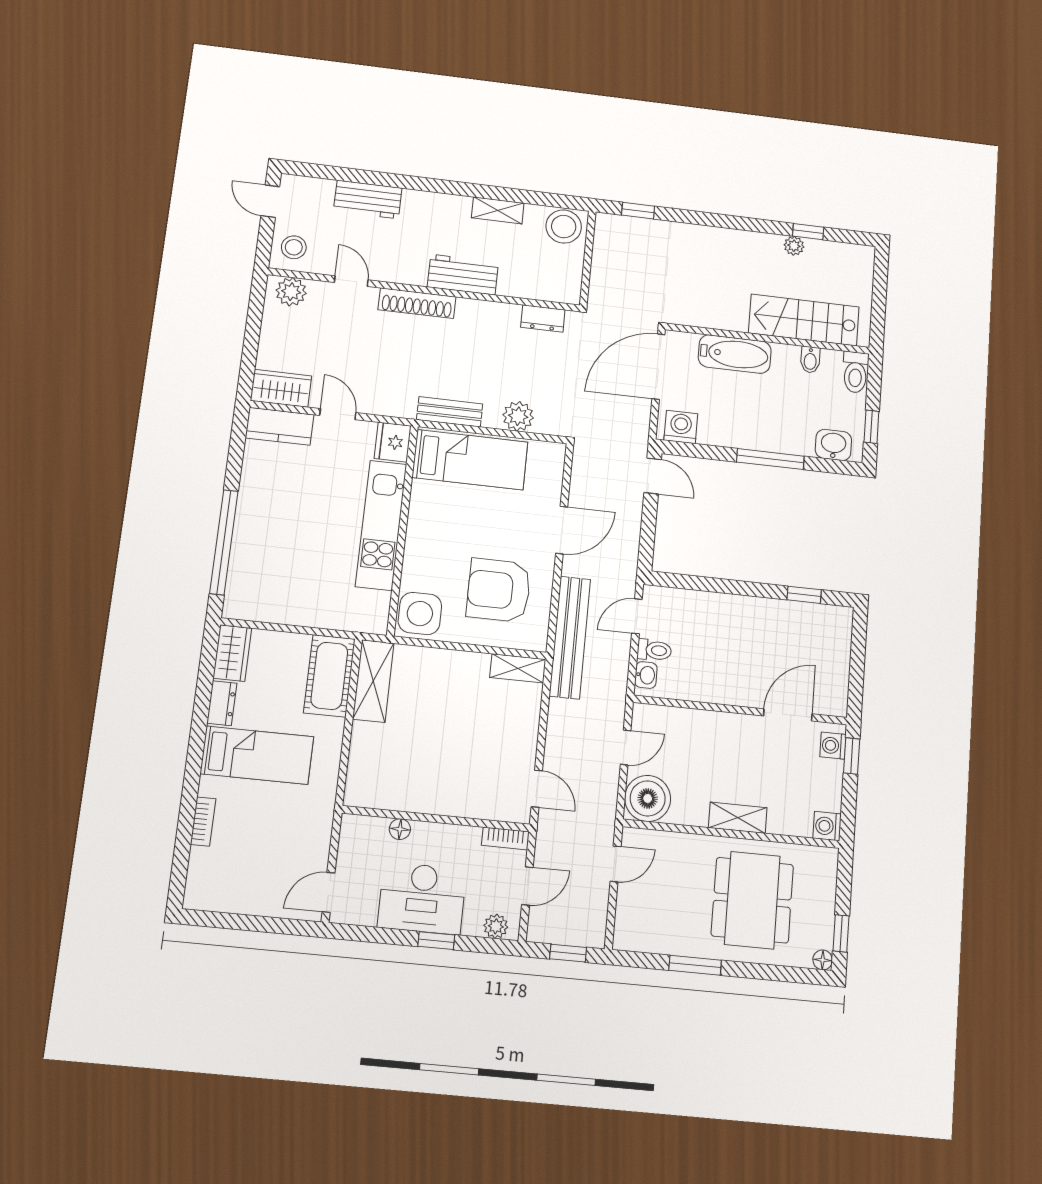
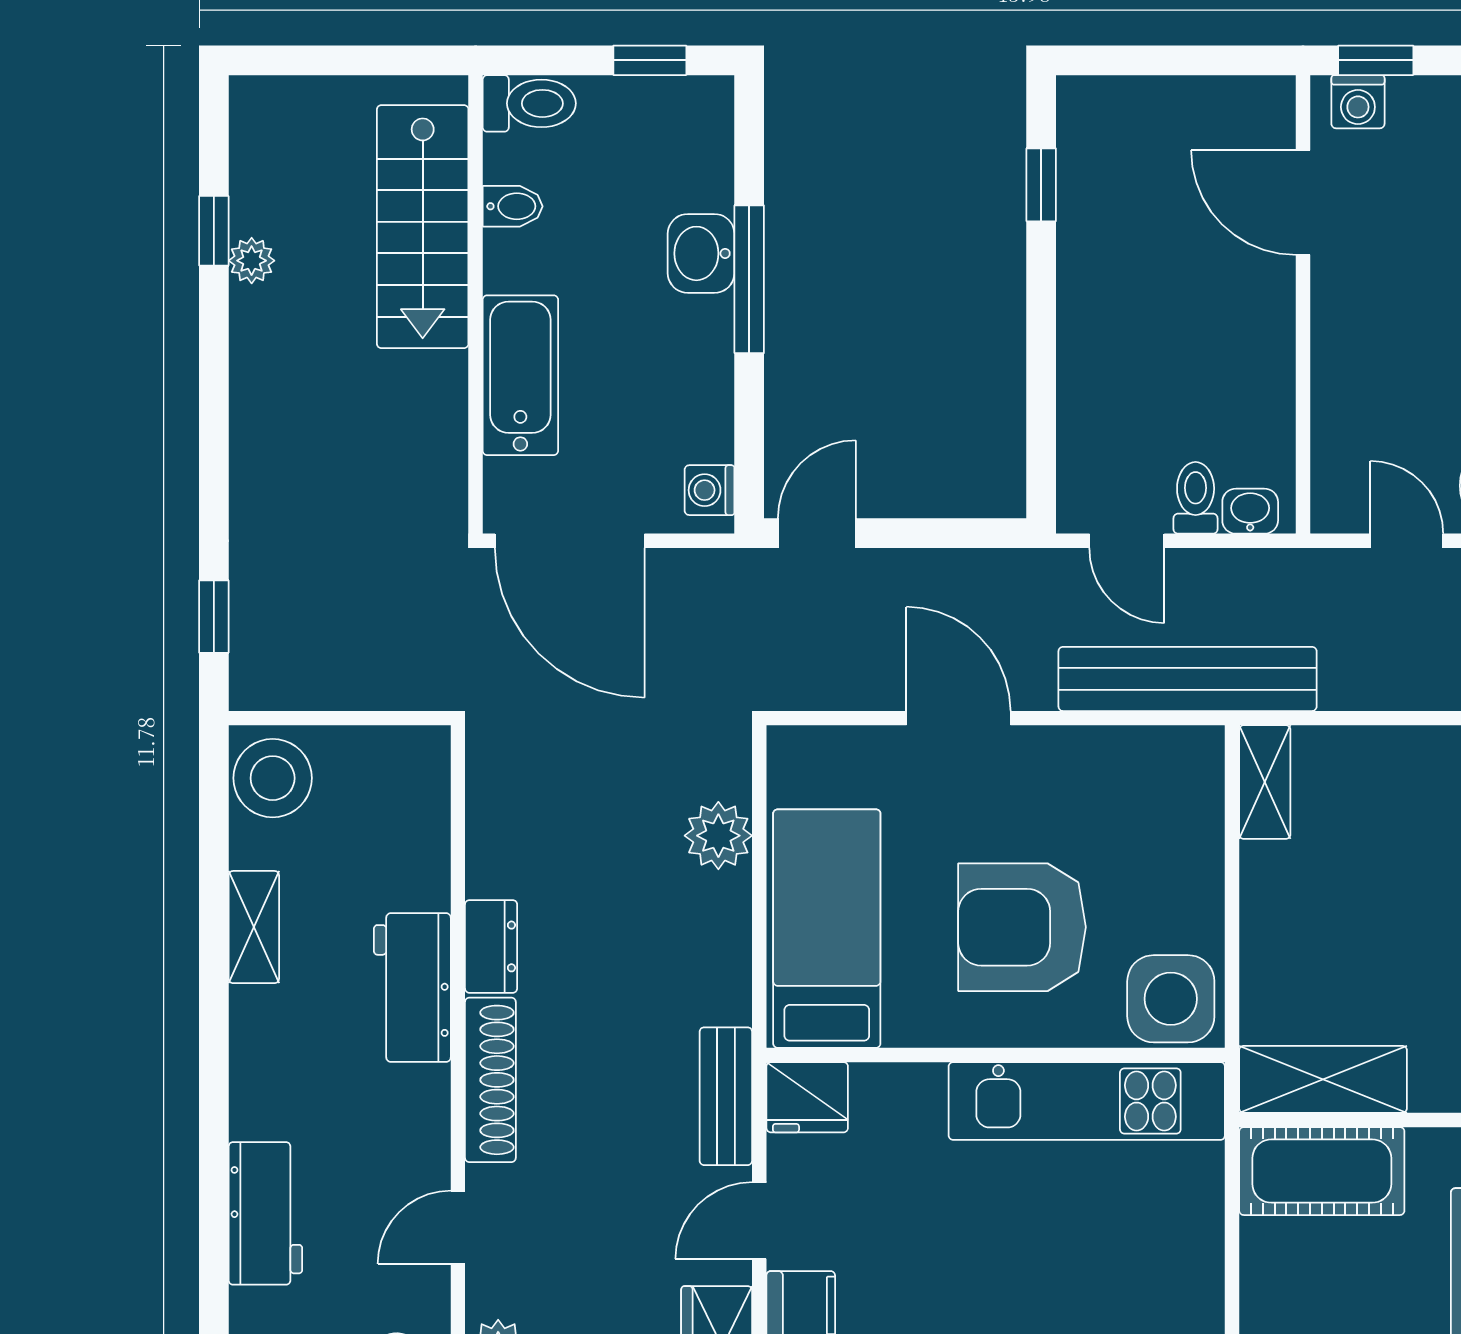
dresser: (543, 319) -> (491, 946), moved
bench: (450, 412) -> (726, 1096), moved
washing machine: (681, 427) -> (710, 490), width x0.73, depth x0.73
washbasin: (833, 445) -> (701, 253), moved
kitchen unit: (381, 525) -> (1087, 1101), moved
armchair: (499, 590) -> (1022, 927), moved, turned 90

